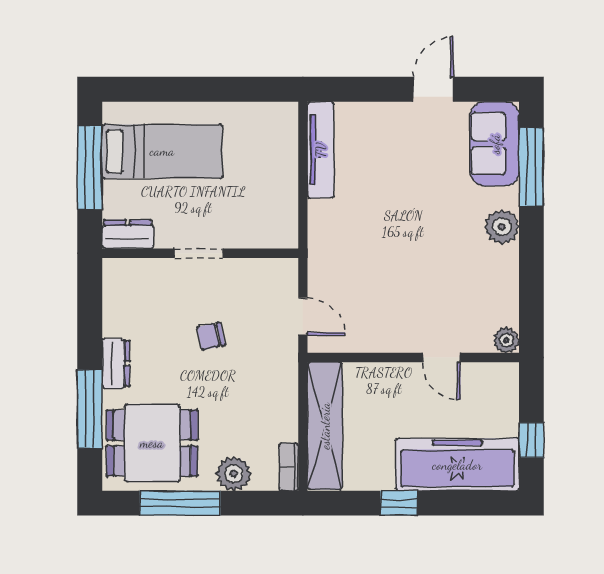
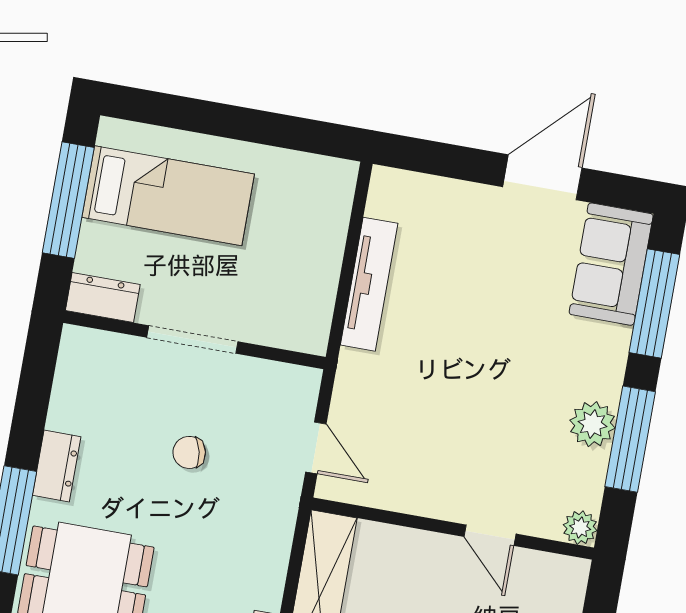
door: (433, 89) -> (542, 177), width x1.38
tv unit: (321, 150) -> (369, 284), moved
plant: (502, 227) -> (592, 424), moved
doorway: (199, 253) -> (192, 340), width x1.38
window: (531, 269) -> (630, 439), added

